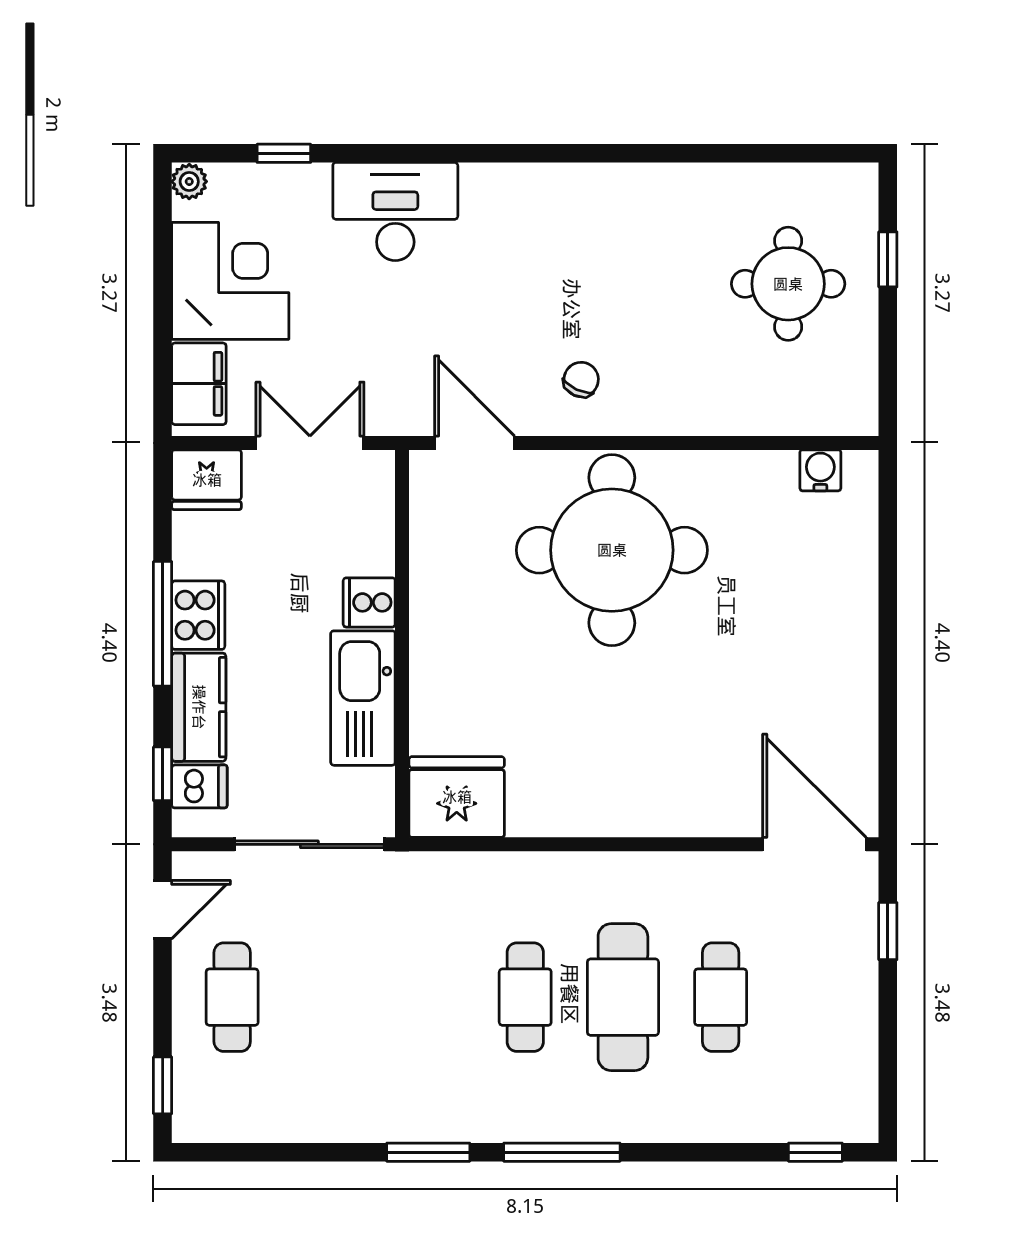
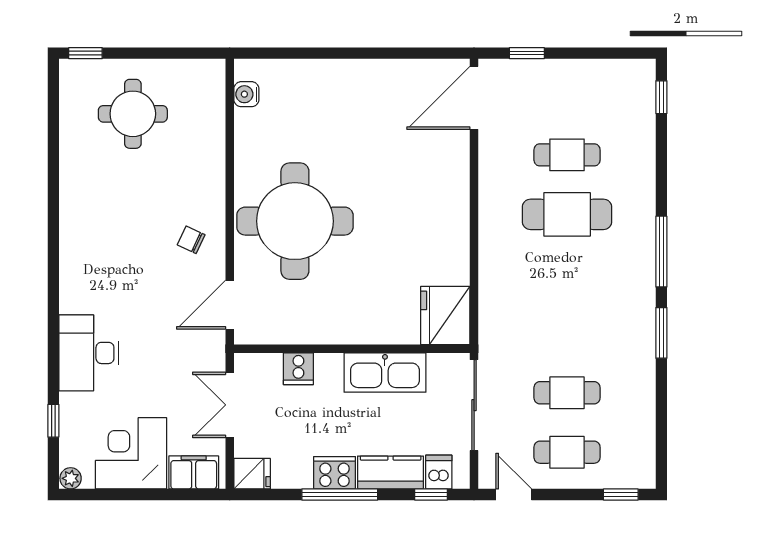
window: (888, 259) -> (85, 53), moved
fridge: (207, 480) -> (252, 474), width x0.72
cooker: (369, 602) -> (298, 369), moved
cafe table: (525, 997) -> (567, 393), moved

